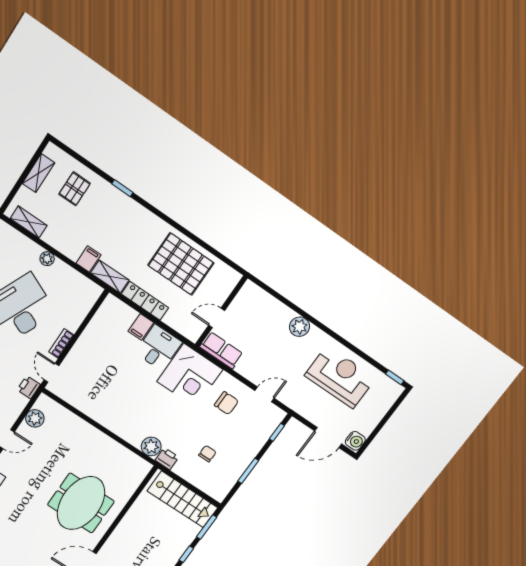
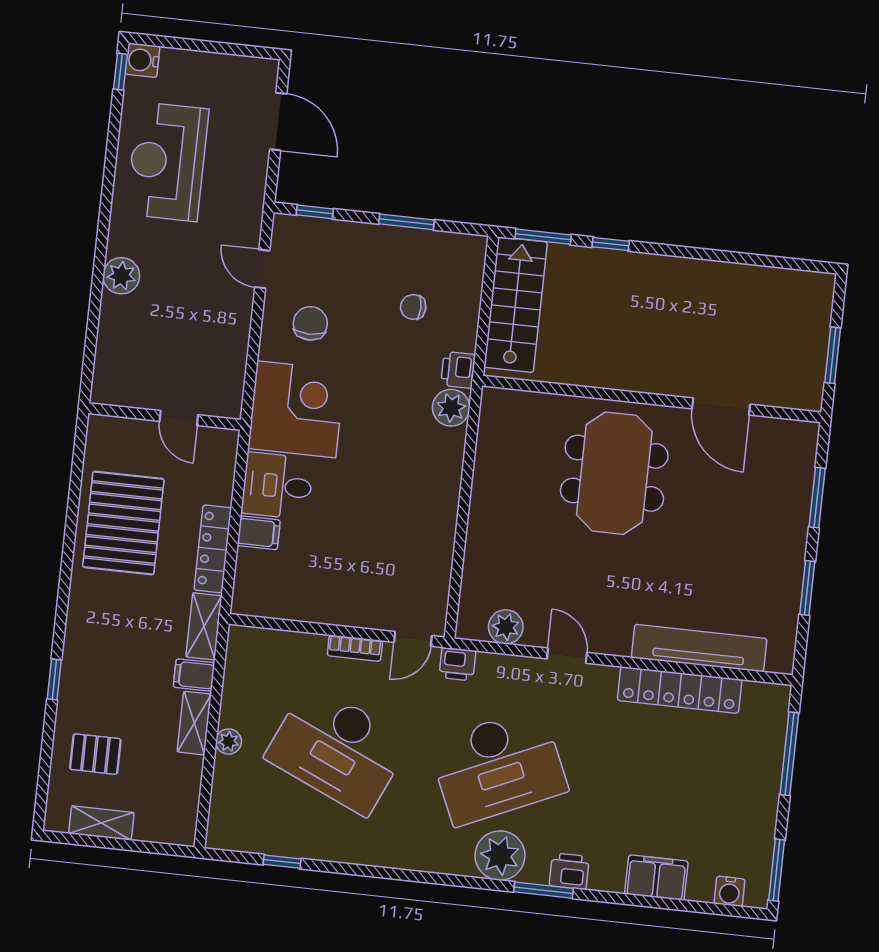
shelving: (29, 222) -> (194, 723), moved
row of seats: (221, 350) -> (227, 381), removed
water cooler: (355, 441) -> (142, 60), moved, turned -90
meeting table: (81, 503) -> (614, 473), turned 90

